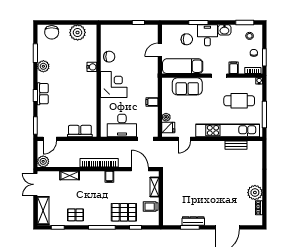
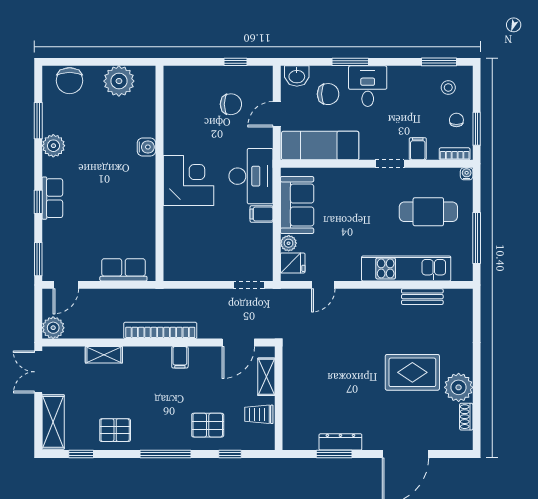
washbasin: (224, 30) -> (297, 76), moved
chair: (109, 57) -> (231, 104), moved
sofa: (187, 86) -> (297, 205), moved, turned -90
desk: (122, 126) -> (251, 176), moved, turned -90
kitchen unit: (228, 130) -> (406, 268), width x0.73
door: (140, 169) -> (238, 343), swing flipped
rug: (231, 185) -> (412, 372), added
pallet: (124, 212) -> (208, 425), width x0.67, depth x0.71

